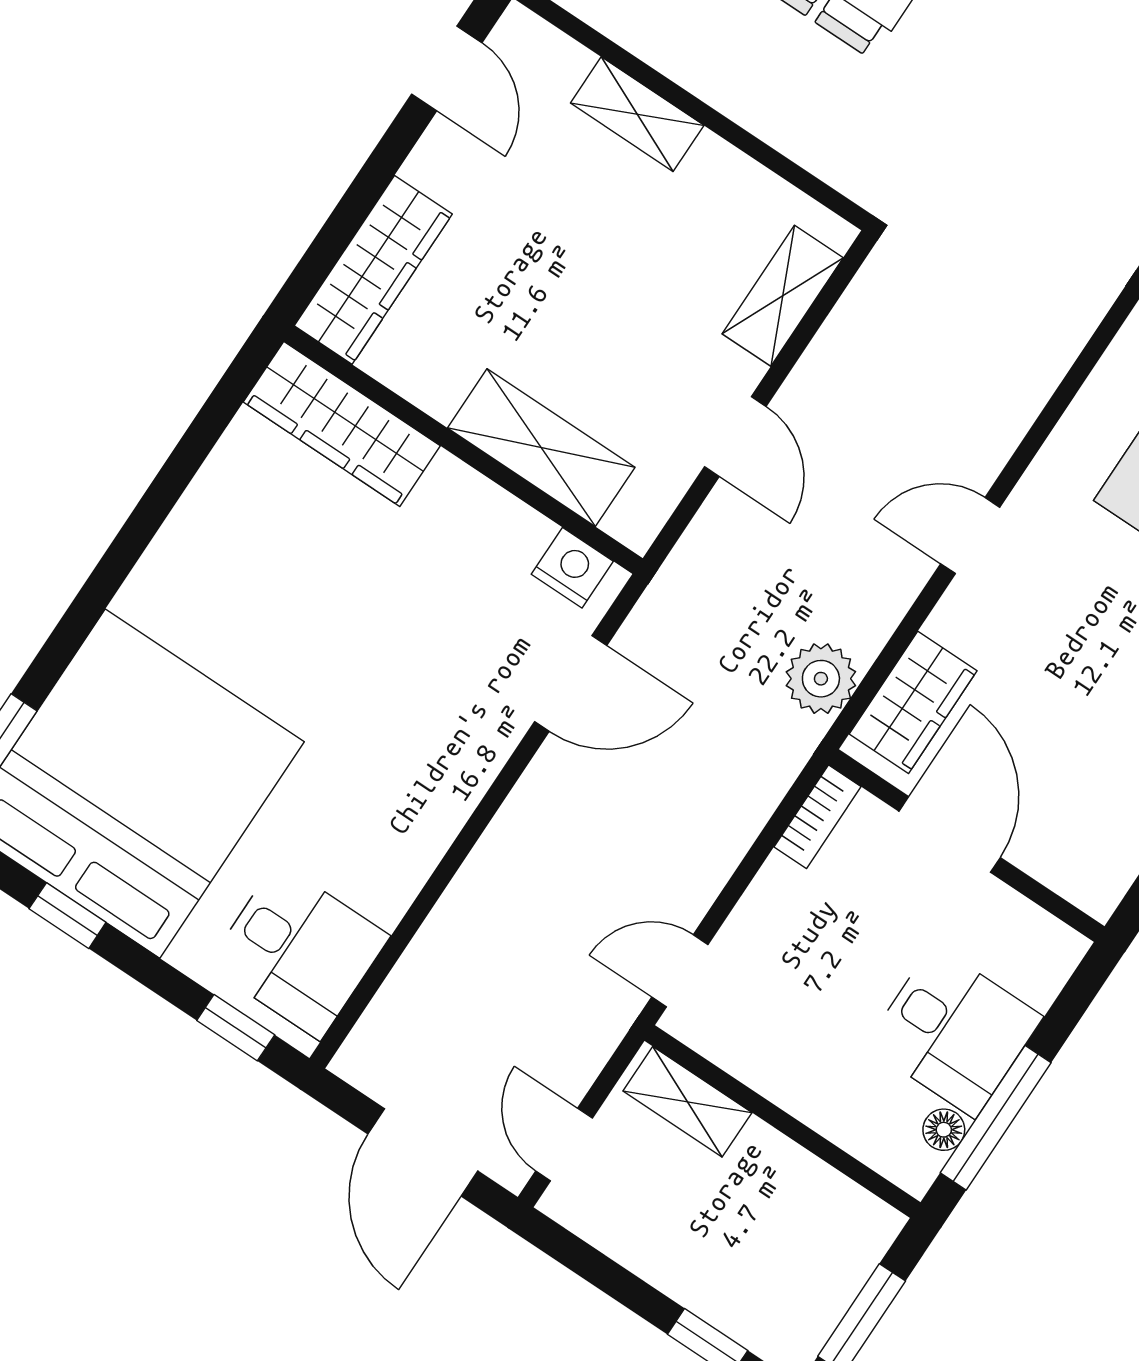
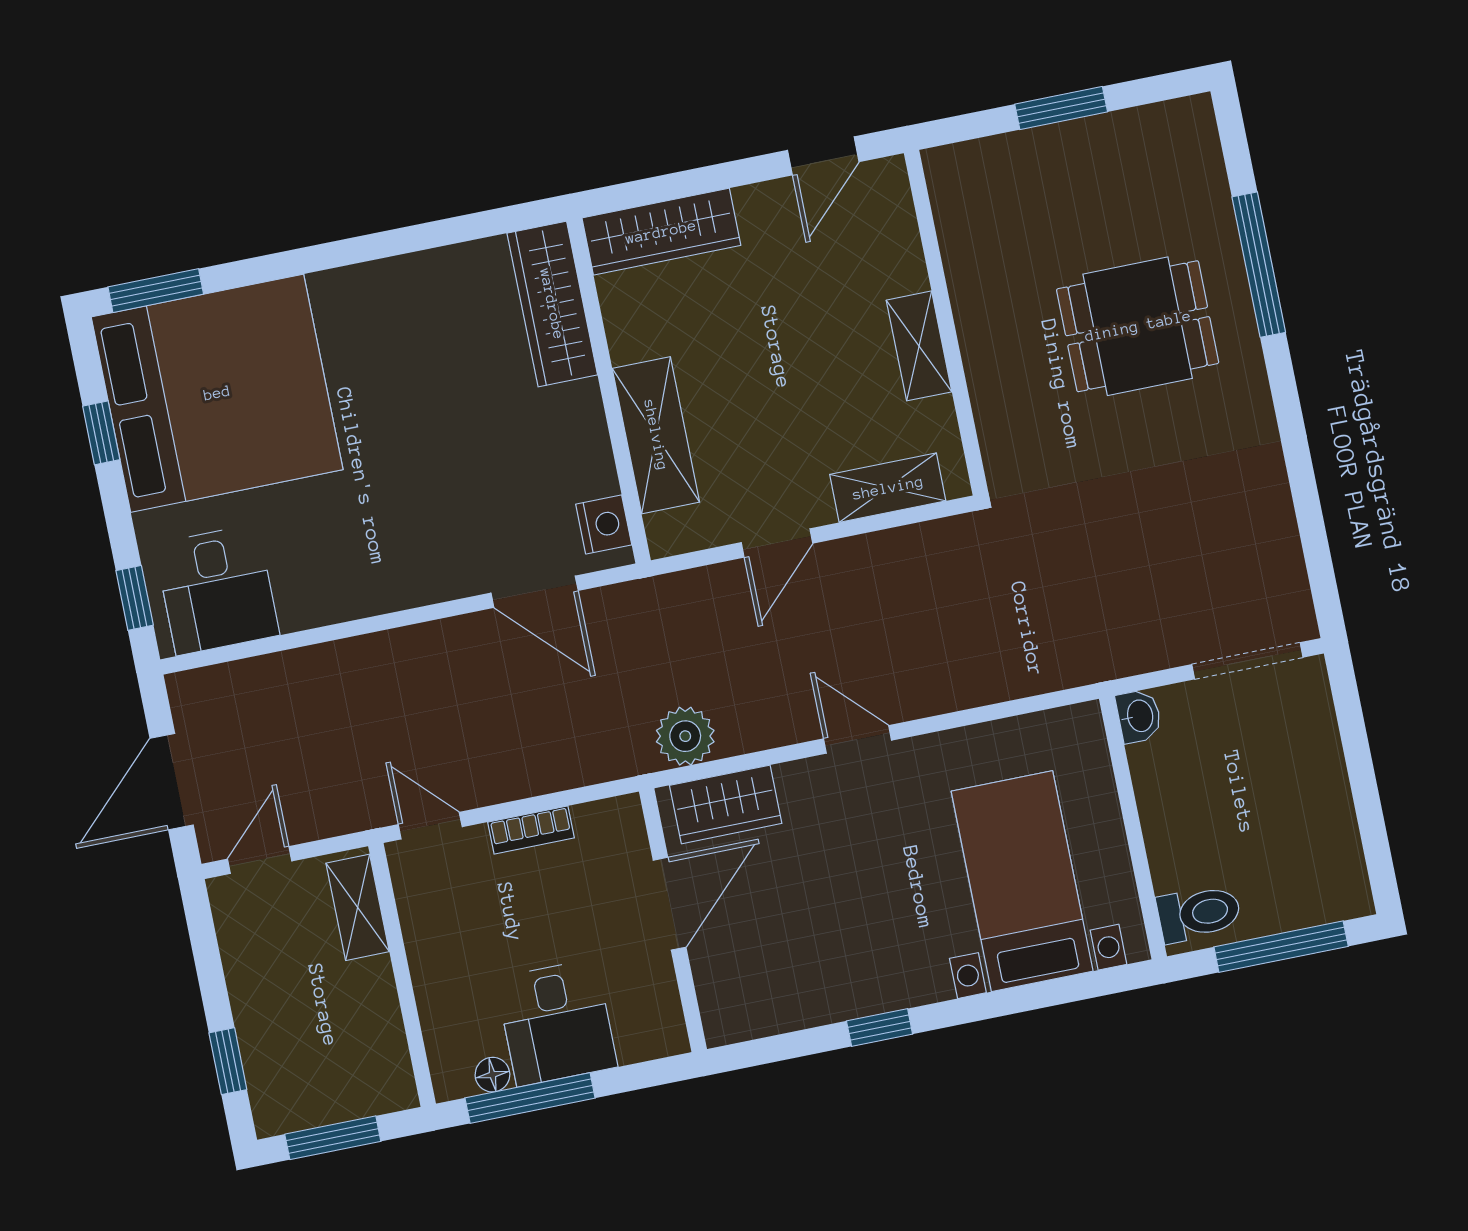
shelving: (637, 114) -> (919, 346), moved
bookcase: (818, 817) -> (531, 830), moved

